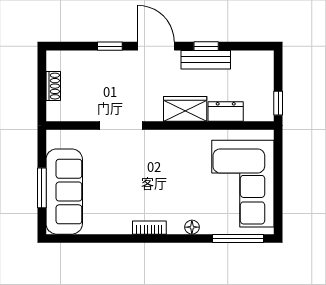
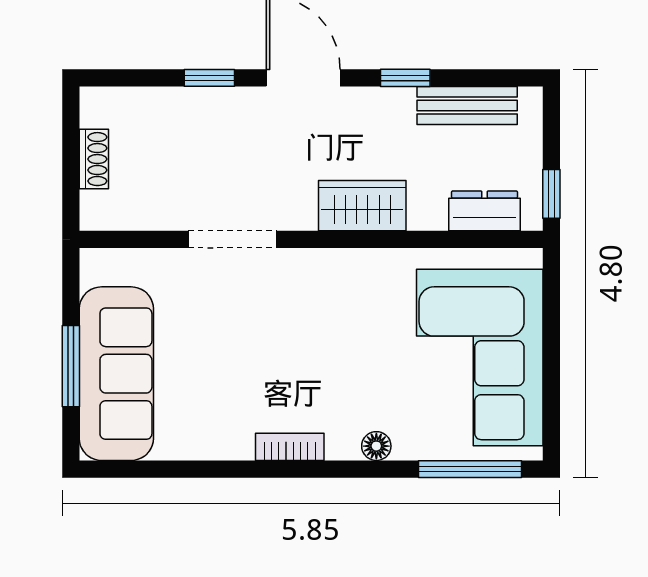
bench: (206, 60) -> (467, 105), moved
dresser: (226, 112) -> (485, 211), moved

